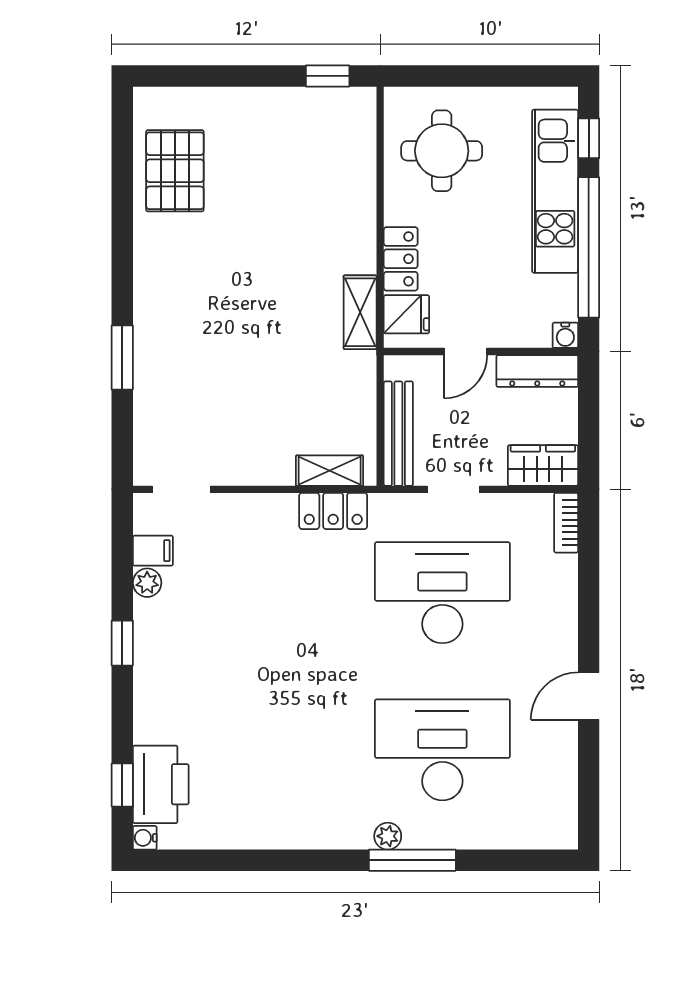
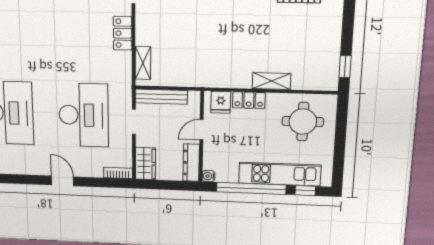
shelving: (360, 312) -> (272, 81), moved
door: (465, 352) -> (201, 130), hinge flipped
locker: (333, 511) -> (123, 33), moved
door: (589, 696) -> (62, 181), moved

